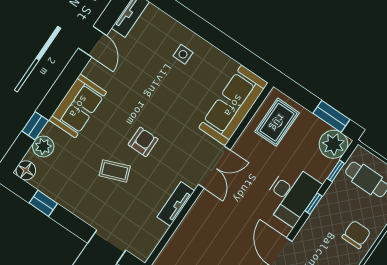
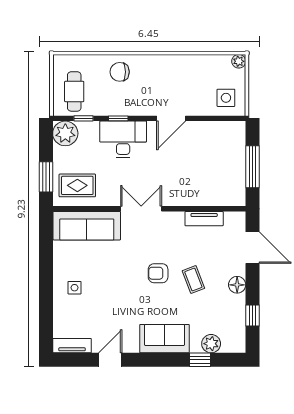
window: (331, 116) -> (46, 177), moved
floor lamp: (26, 170) -> (237, 285), moved
tv unit: (176, 204) -> (204, 219), moved

